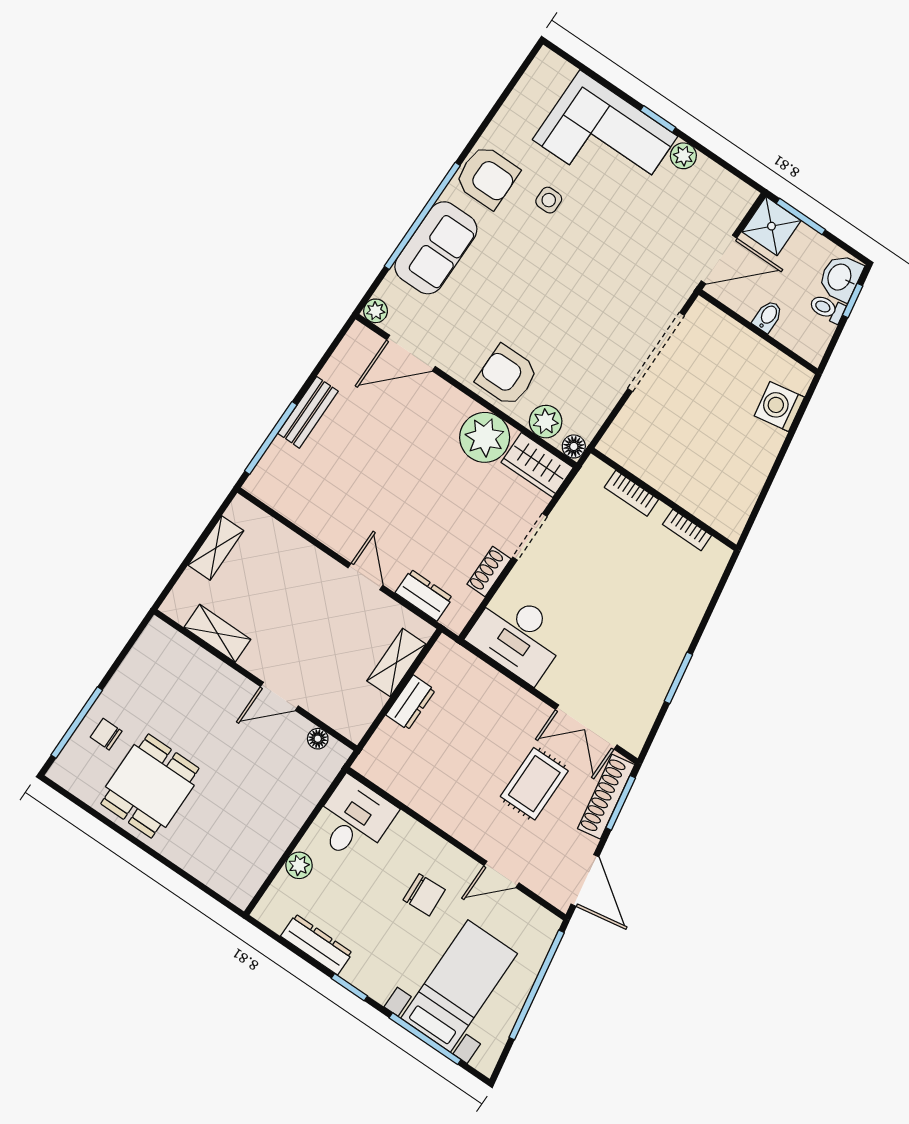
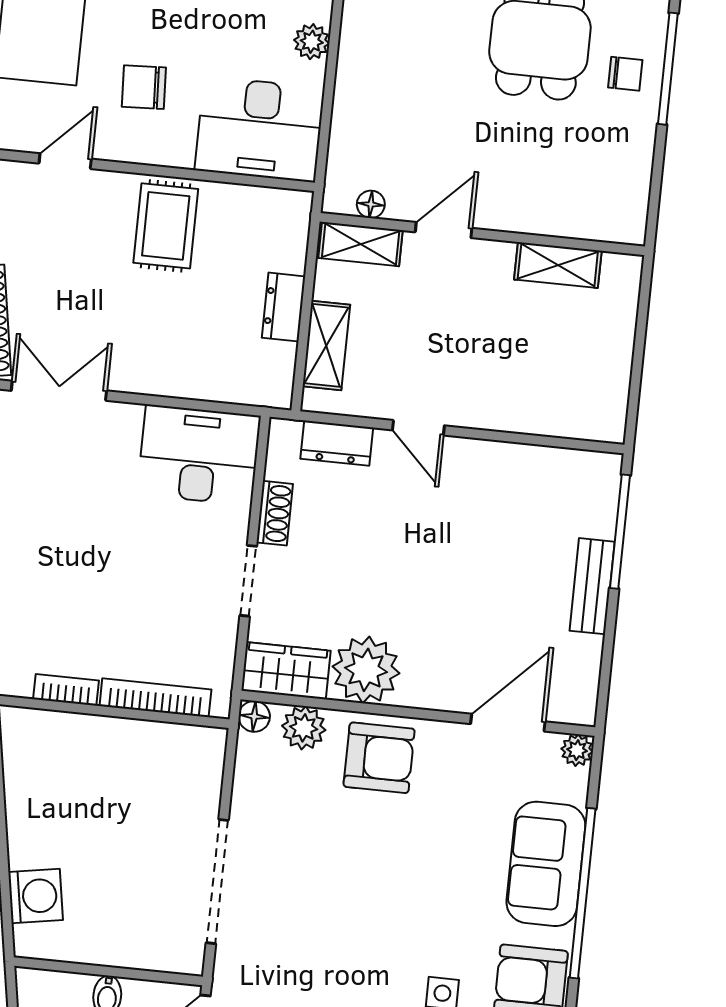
bookcase: (631, 493) -> (155, 698), width x1.56
shelving: (216, 548) -> (361, 244), moved, turned 90
rug: (534, 784) -> (166, 226), moved
desk: (354, 820) -> (260, 129), width x1.37

